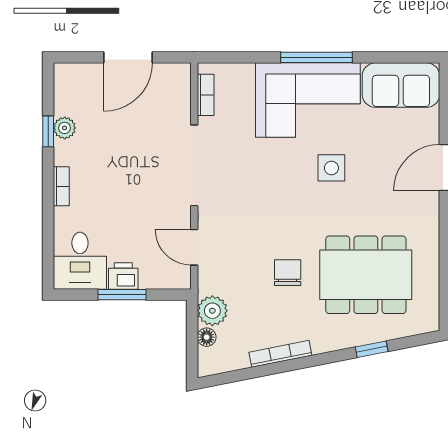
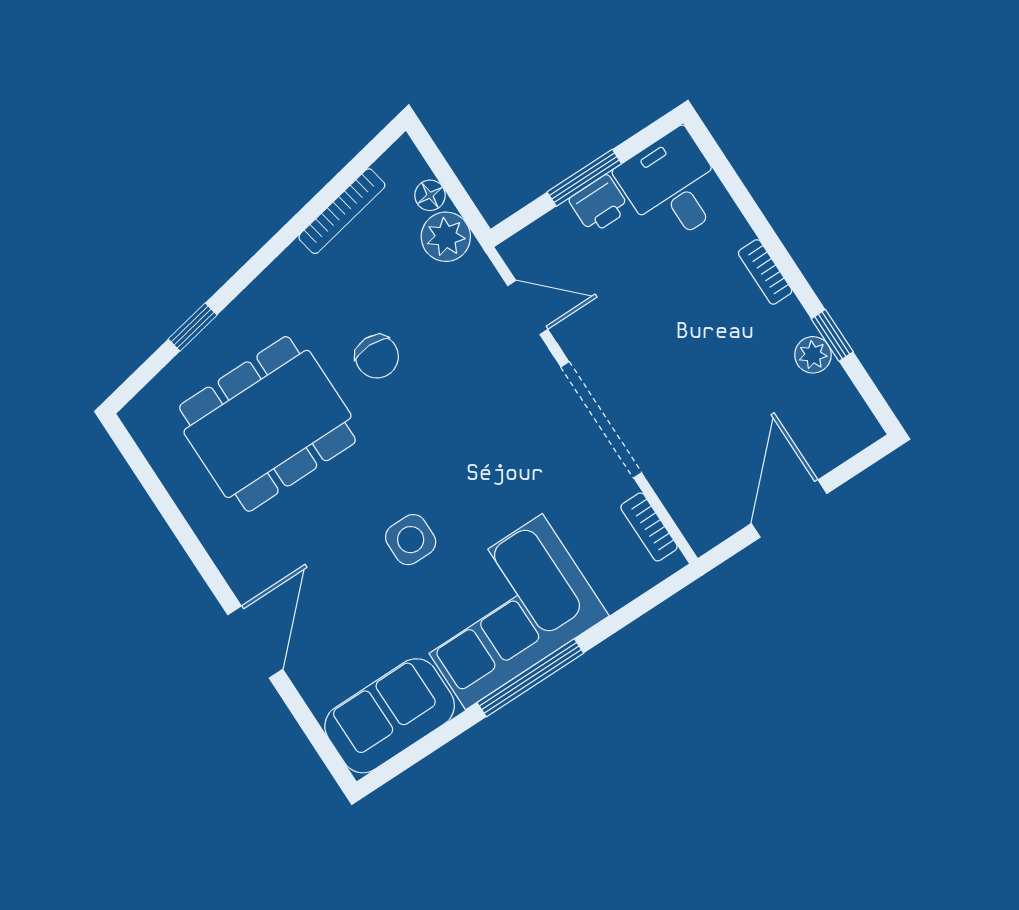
bookcase: (280, 354) -> (342, 211), moved

